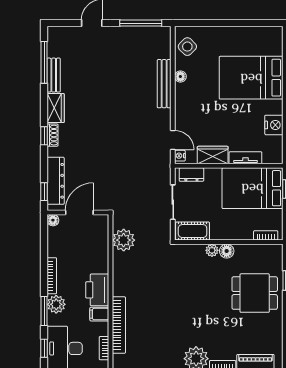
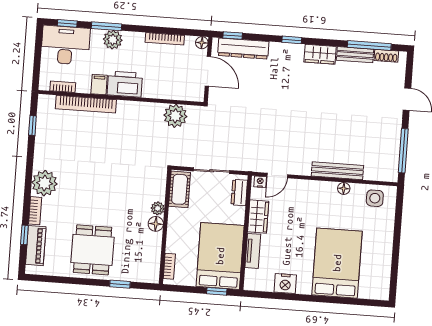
side table: (187, 47) -> (375, 198), turned 45
shoe rack: (53, 135) -> (386, 56), moved
bookcase: (52, 276) -> (165, 39), moved
dining table: (255, 293) -> (93, 250), moved

